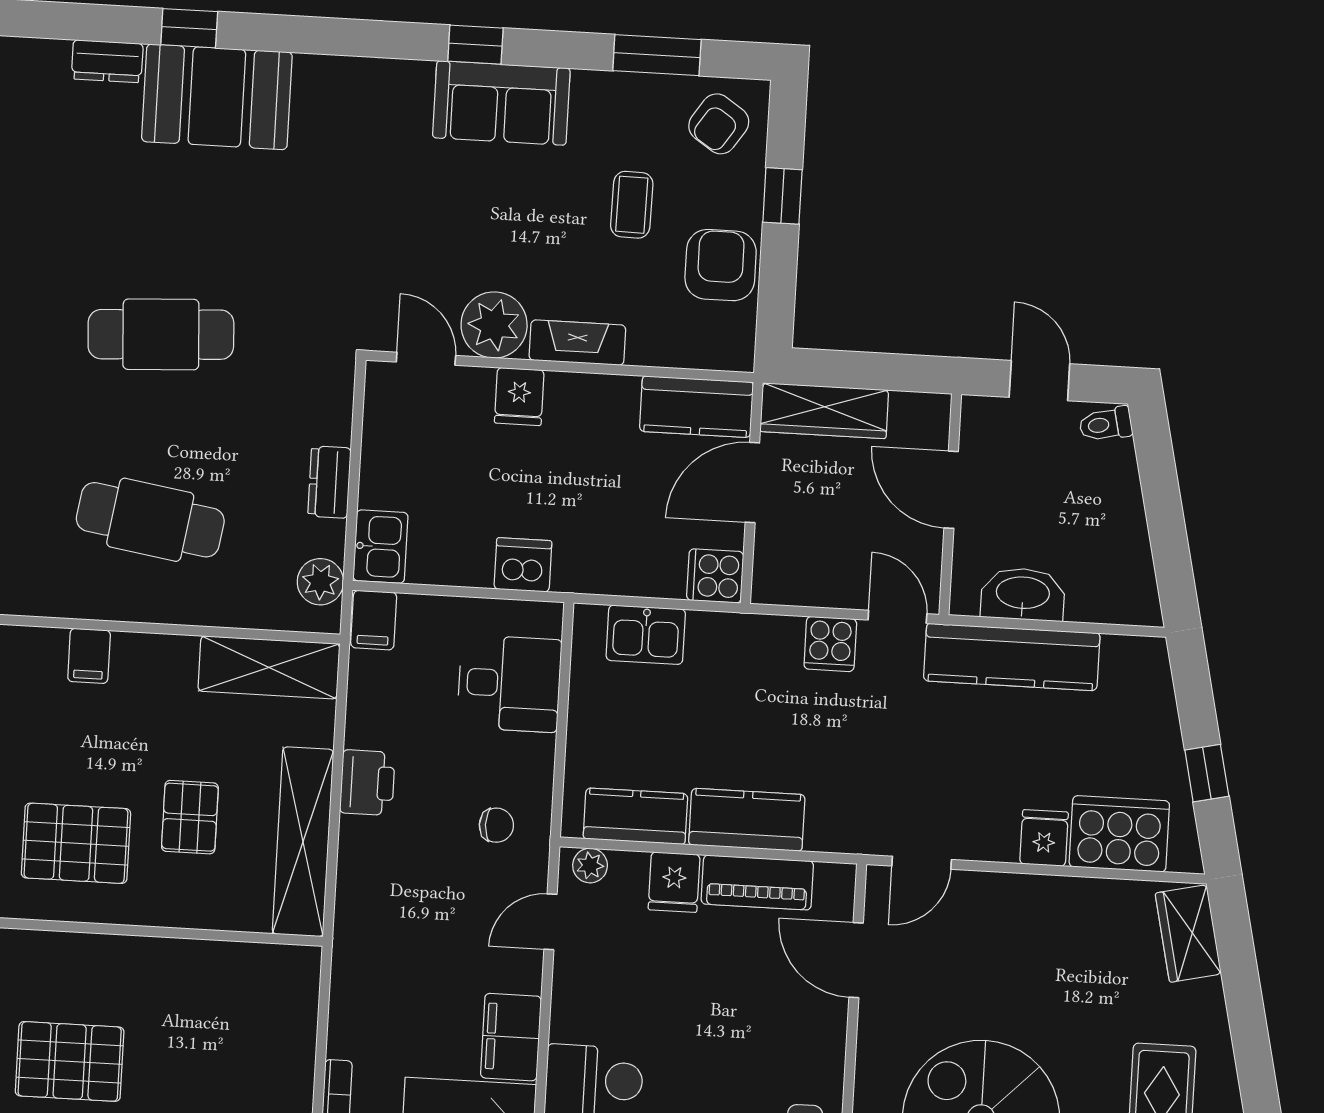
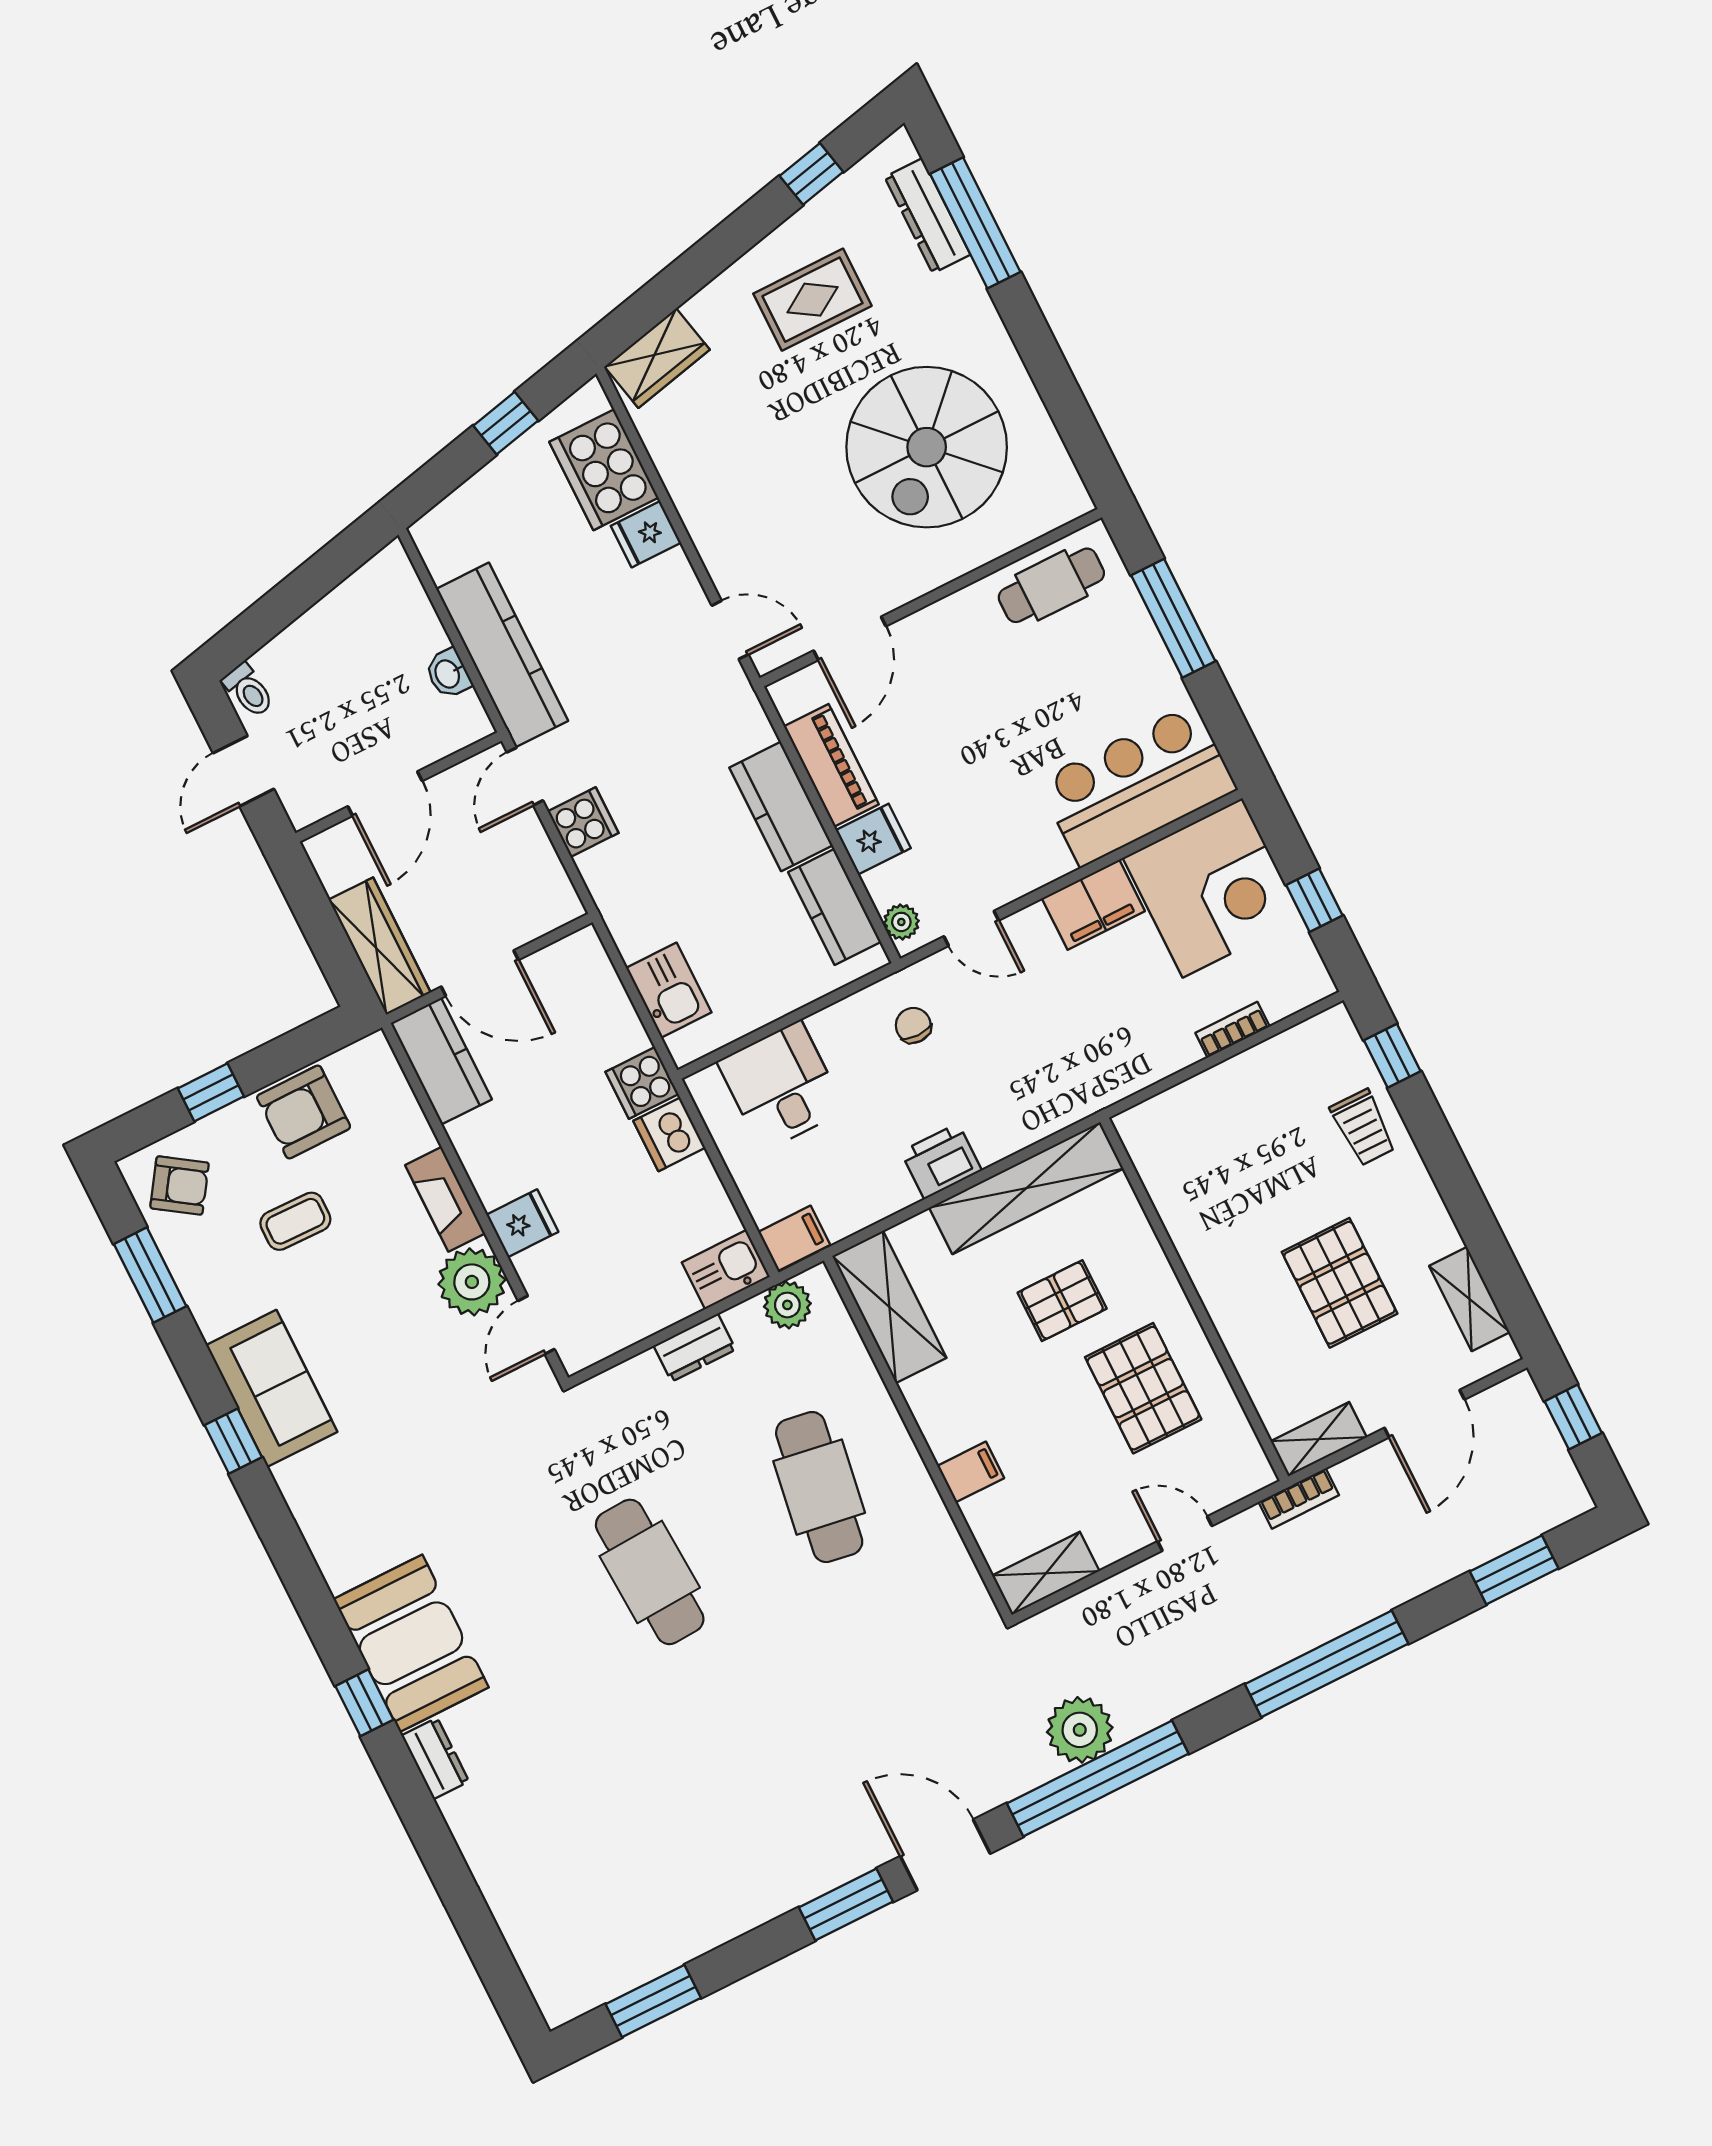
cooker: (715, 576) -> (642, 1083), moved, turned 90
washbasin: (1023, 594) -> (448, 674), width x0.52, depth x0.69

